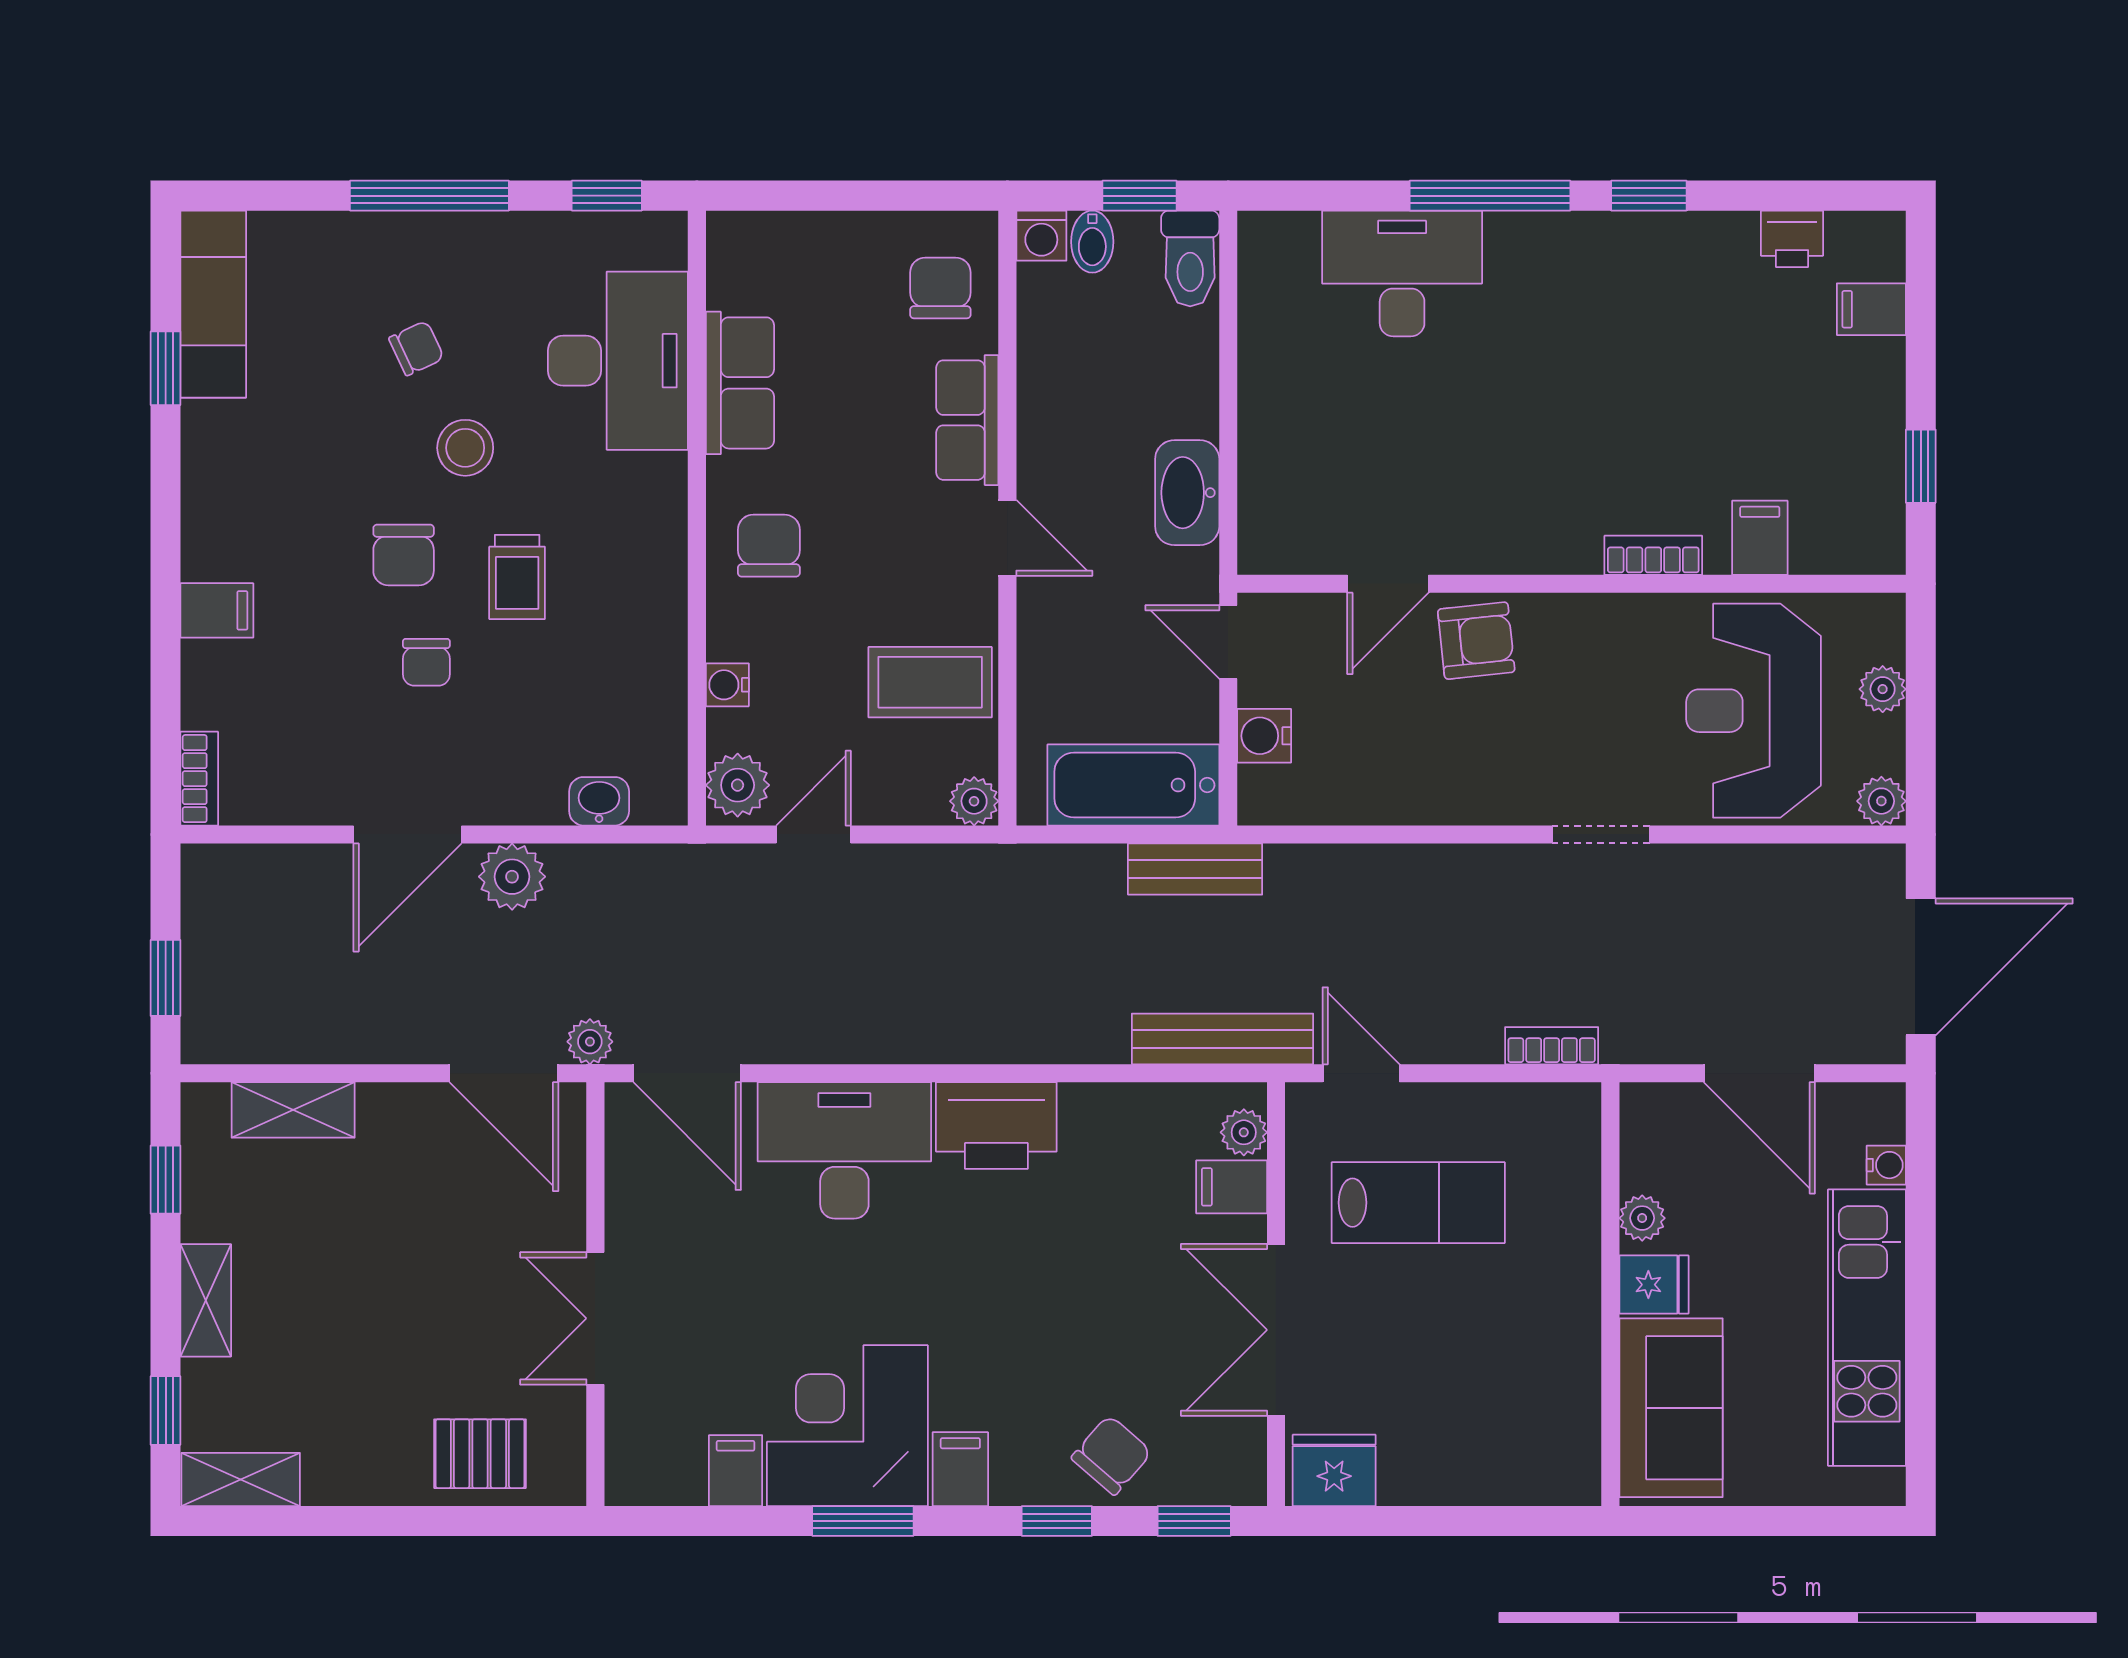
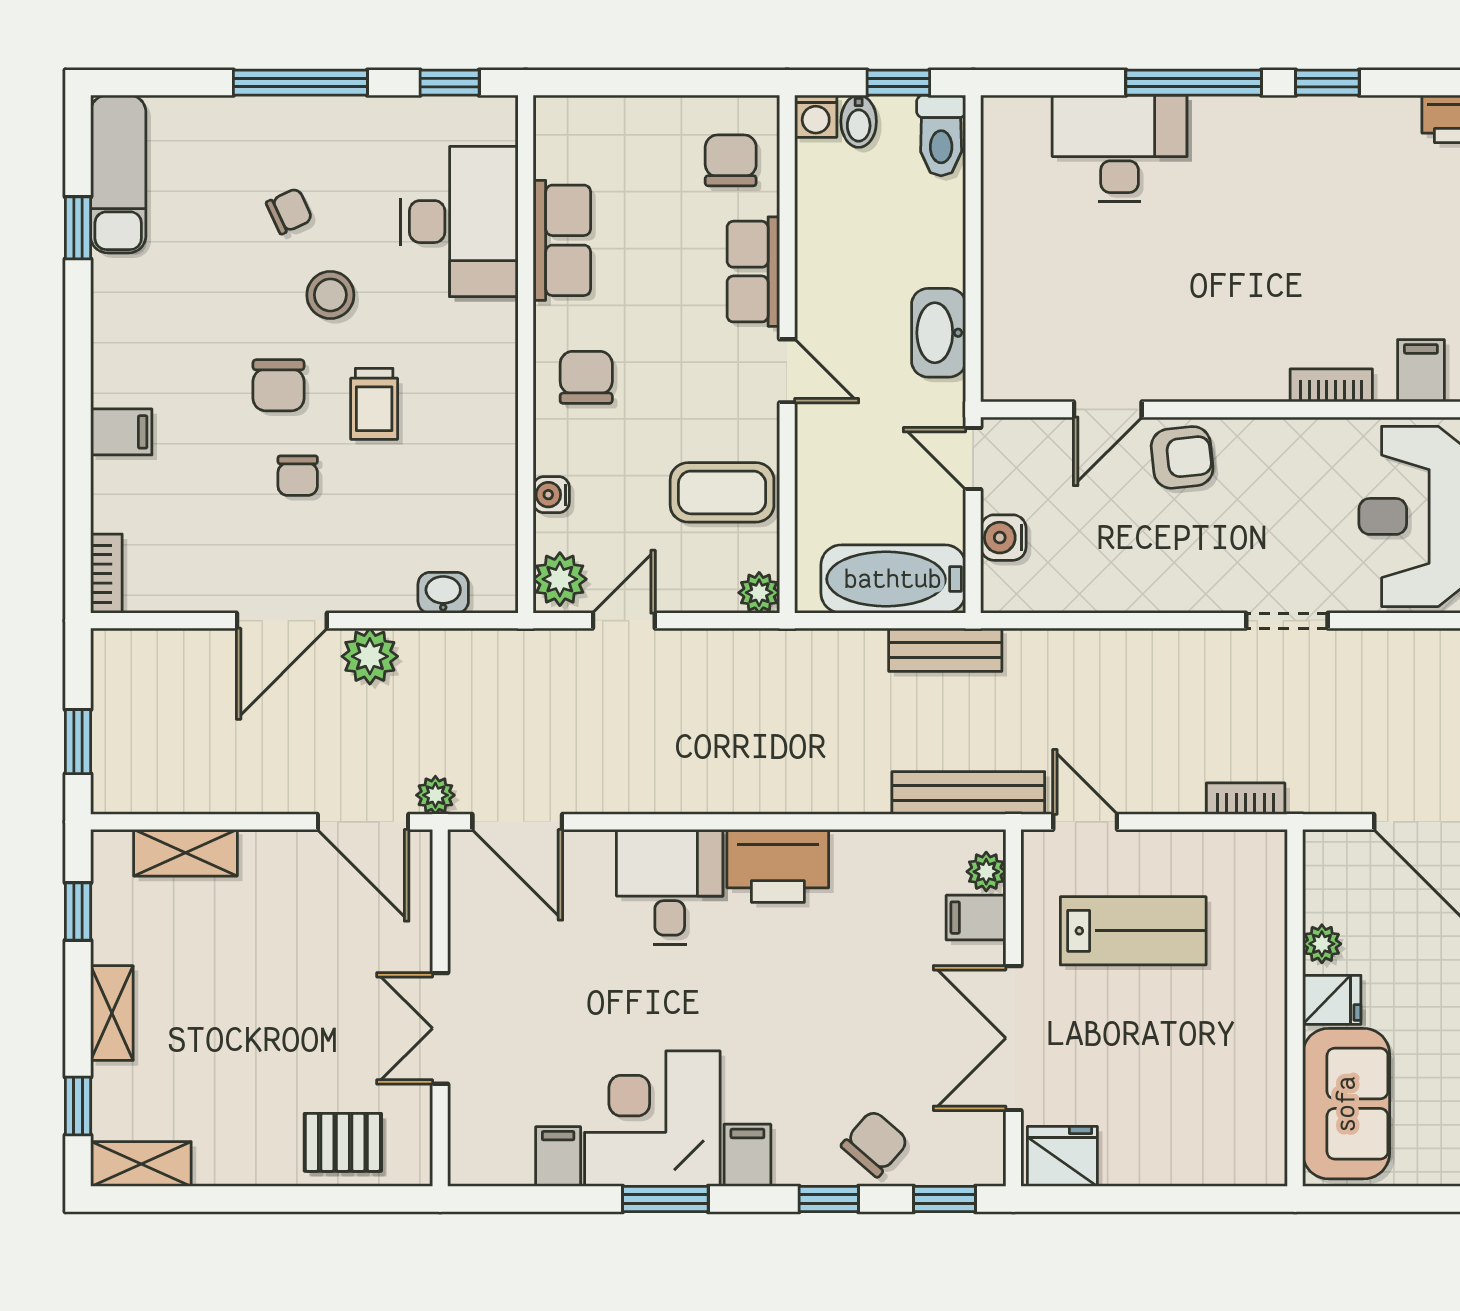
desk: (844, 1150) -> (670, 887), width x0.73

